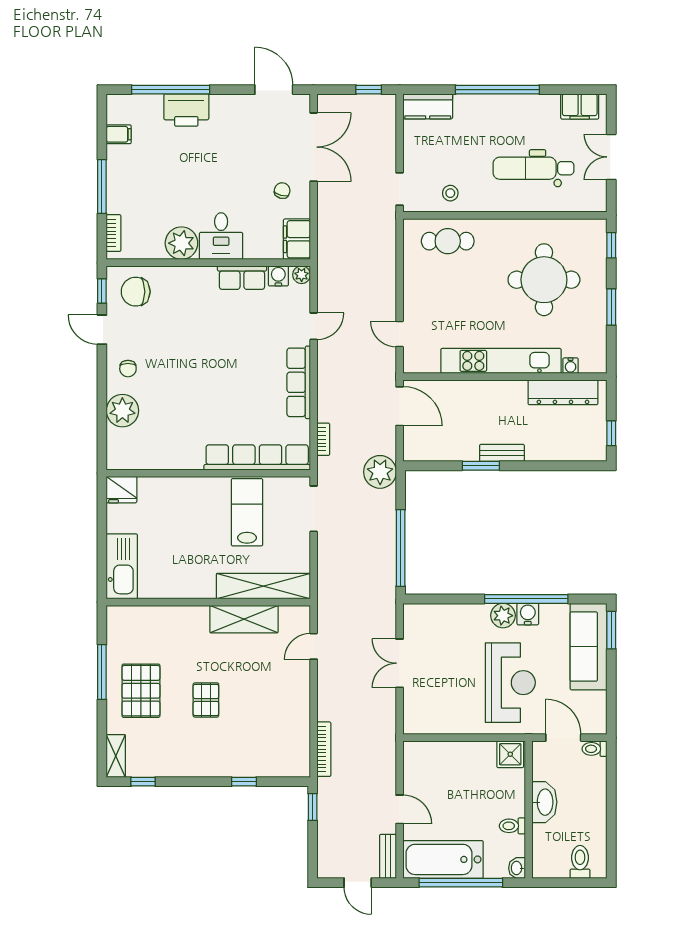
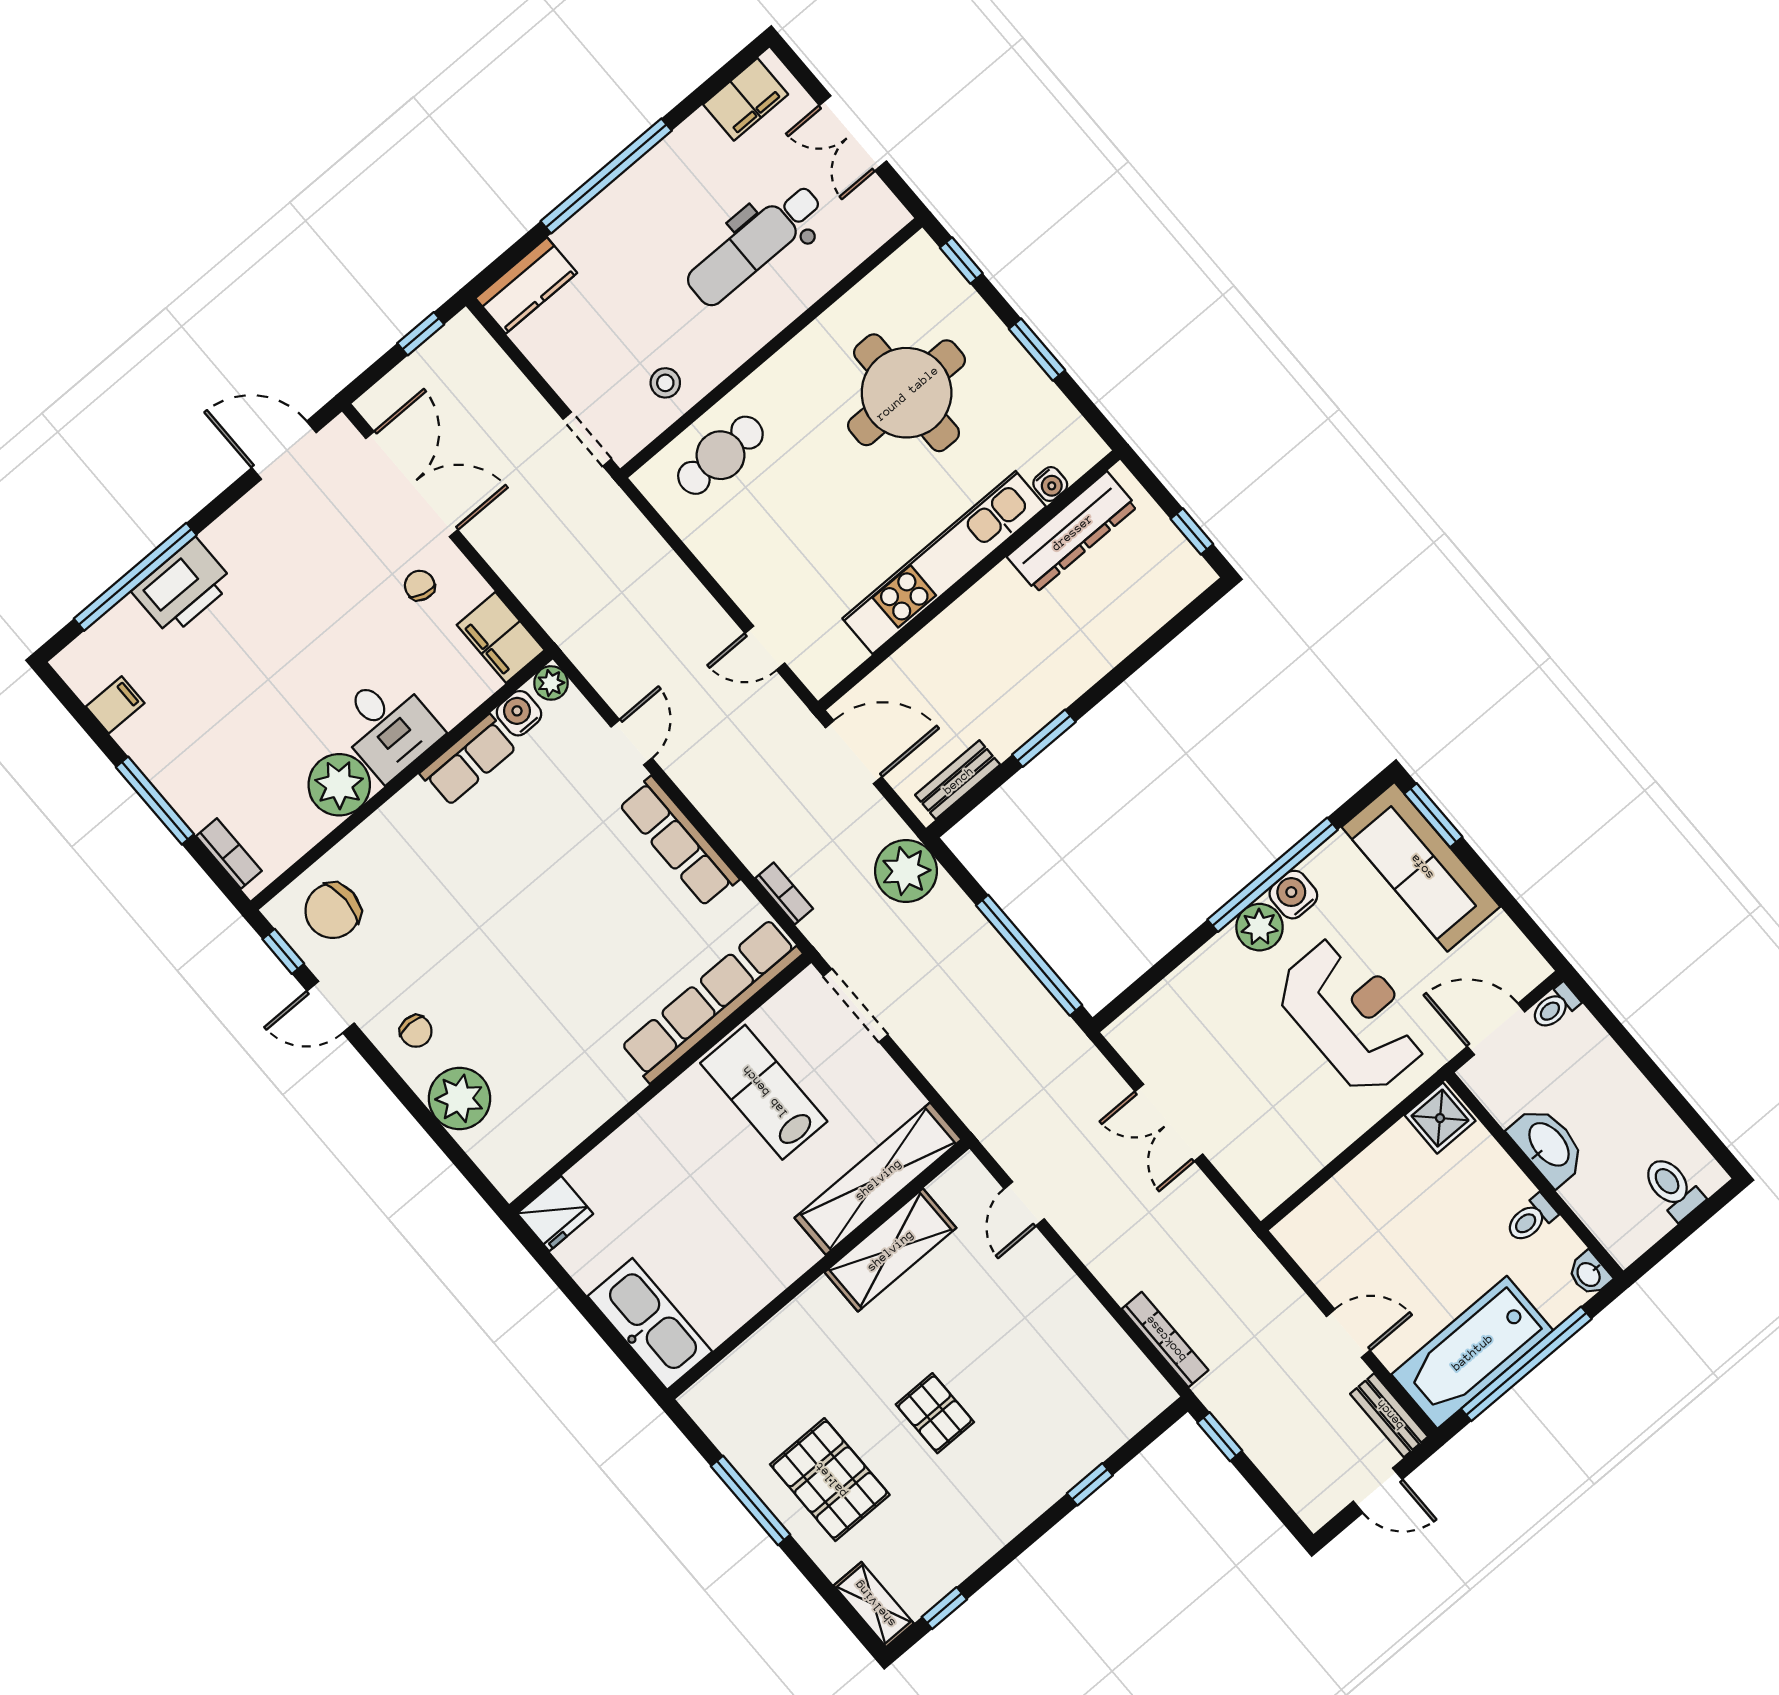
bench: (502, 453) -> (958, 780), moved

